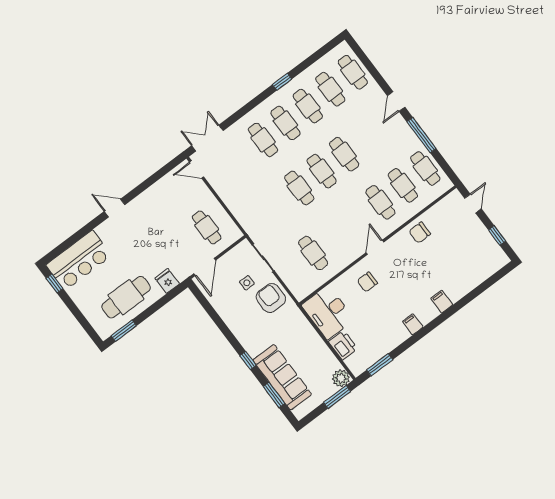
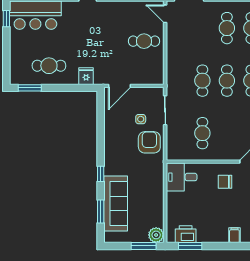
cafe table: (277, 205) -> (202, 81), added
cafe table: (207, 227) -> (144, 41), moved, turned 90
cafe table: (126, 297) -> (49, 66), width x0.73, depth x0.74
desk: (328, 312) -> (182, 177), width x0.73
printer: (343, 345) -> (186, 234), moved, turned -90

